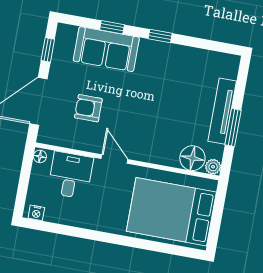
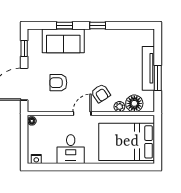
armchair: (147, 135) -> (101, 93), added
door: (114, 159) -> (82, 114), hinge flipped
plant: (213, 167) -> (119, 107), moved
desk: (70, 175) -> (71, 149), moved, turned 180

